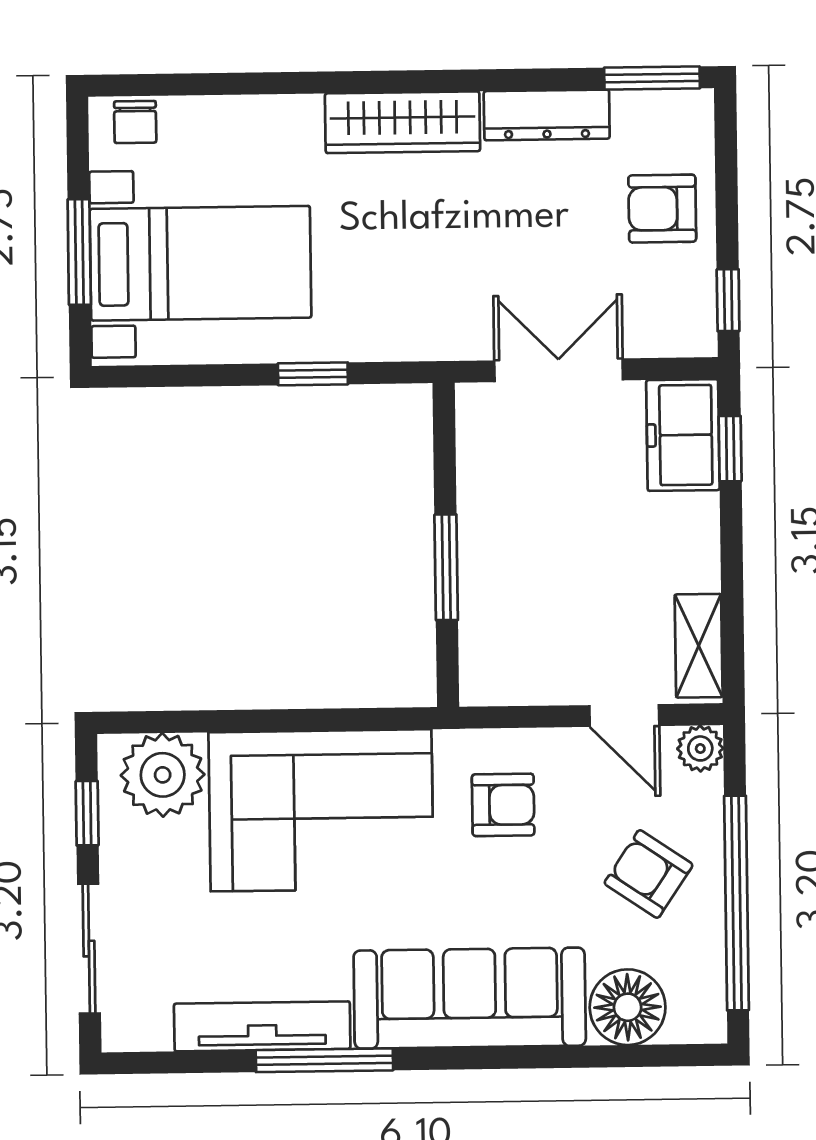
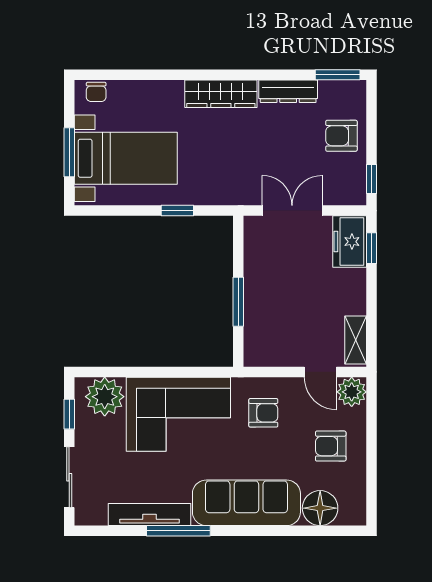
plant: (700, 748) -> (352, 392), width x1.38, depth x1.38
armchair: (649, 874) -> (331, 446), turned -34
window: (736, 903) -> (372, 460), removed

